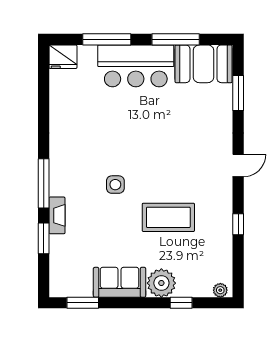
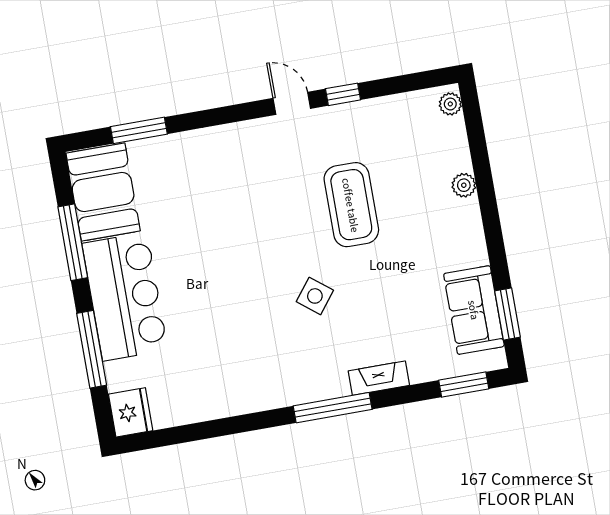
door: (238, 165) -> (292, 103), moved
side table: (115, 185) -> (315, 296), turned 38
window: (44, 238) -> (464, 385), moved
sofa: (120, 282) -> (474, 310), moved
plant: (161, 283) -> (464, 185), width x0.53, depth x0.53
window: (181, 303) -> (481, 161), removed

